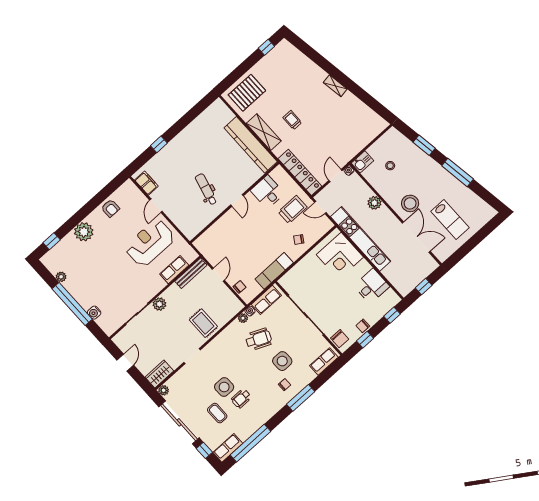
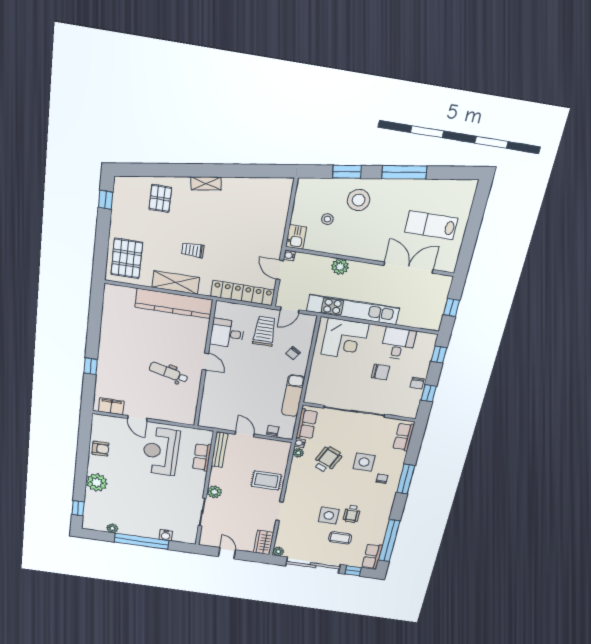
pallet: (300, 73) -> (160, 198), added
stool: (410, 203) -> (359, 200), moved
lab bench: (450, 220) -> (431, 225), turned 180
chair: (340, 339) -> (380, 372), moved

